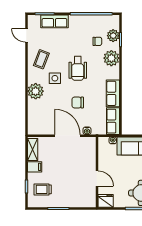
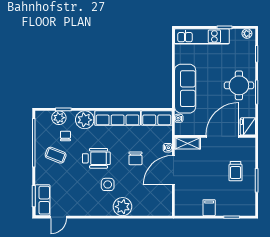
row of seats: (54, 21) -> (42, 200), moved
coffee table: (41, 59) -> (56, 155), moved
row of seats: (113, 93) -> (118, 118), width x1.48
shelving: (33, 150) -> (188, 143), moved
door: (97, 179) -> (222, 136), width x1.87
trolley: (43, 189) -> (236, 171), moved

